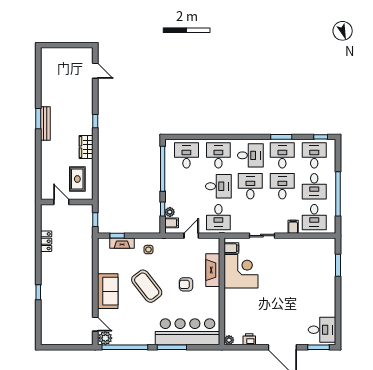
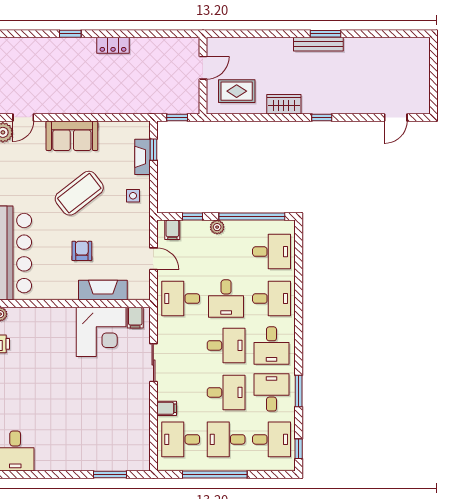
desk: (282, 155) -> (271, 392), turned -90
plant: (170, 212) -> (217, 227), moved
locker: (46, 241) -> (113, 45), moved

